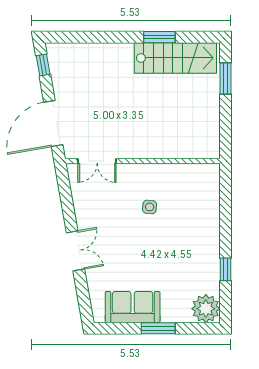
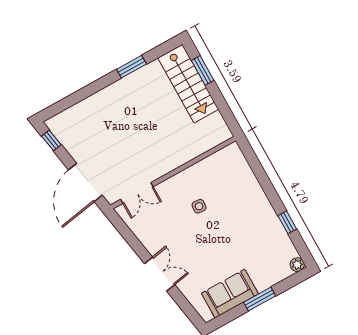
stairs: (175, 58) -> (188, 84), moved, turned 90
plant: (206, 309) -> (297, 265), width x0.53, depth x0.53

